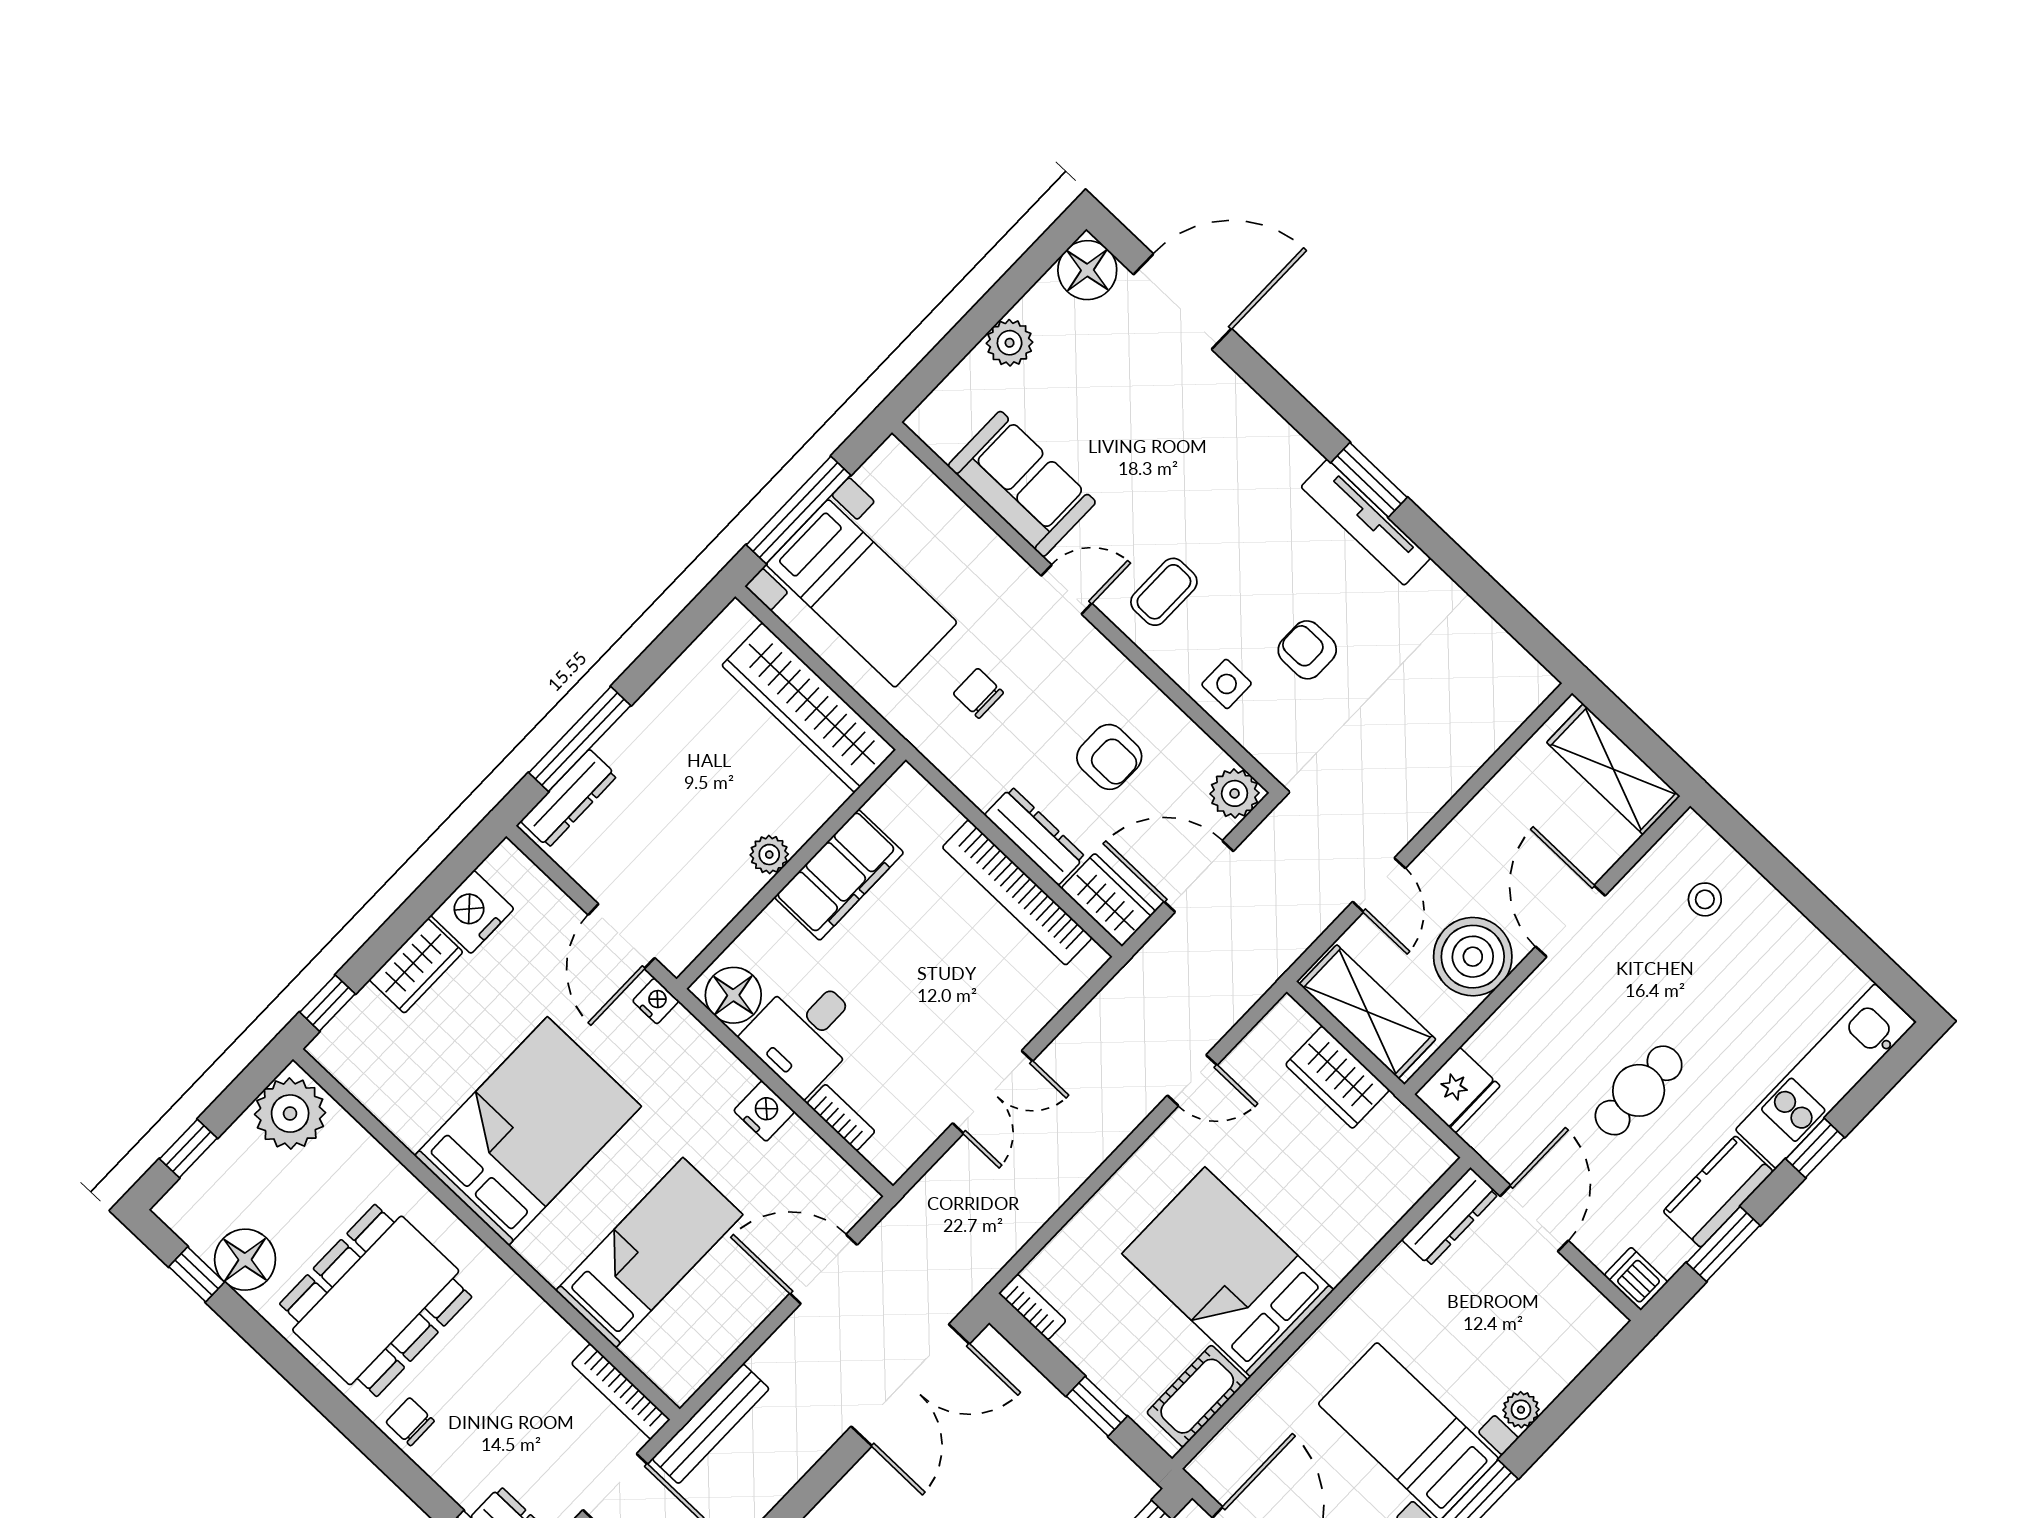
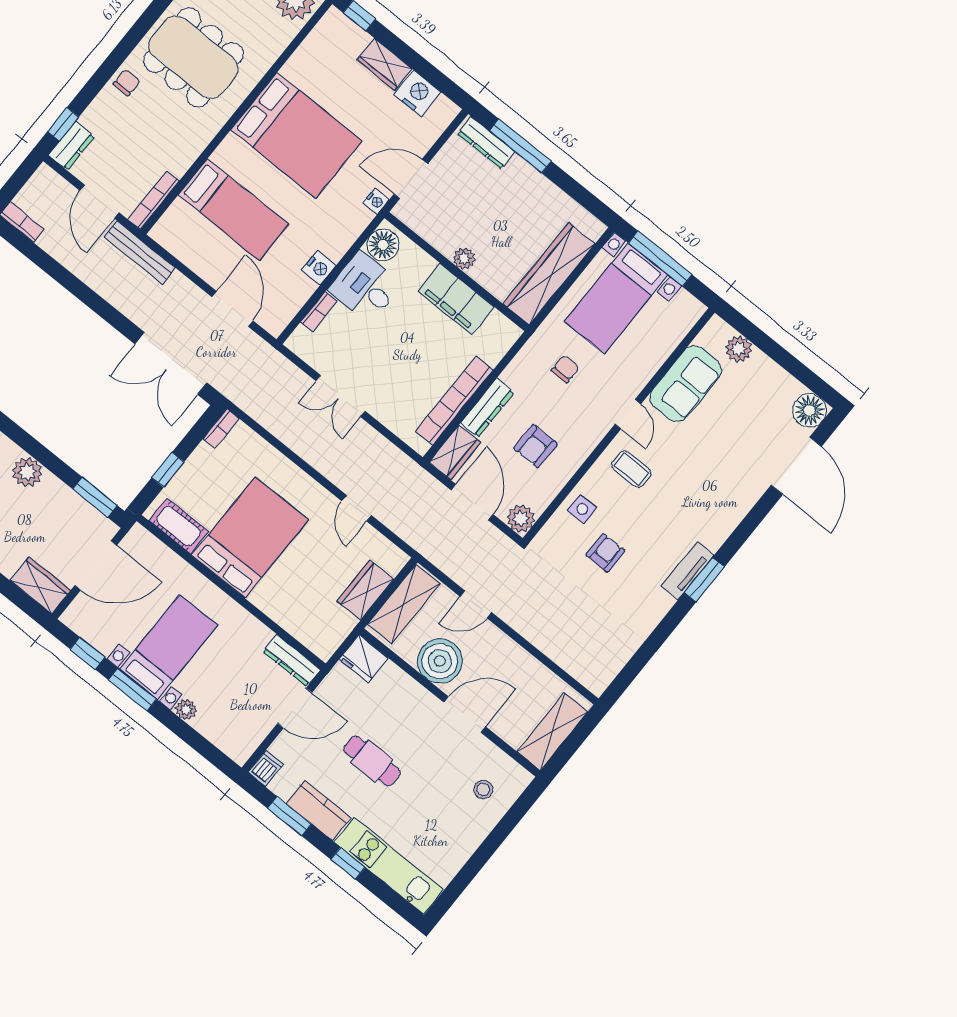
plant: (1010, 343) -> (738, 349), moved
tv unit: (1366, 522) -> (688, 571), width x0.71

